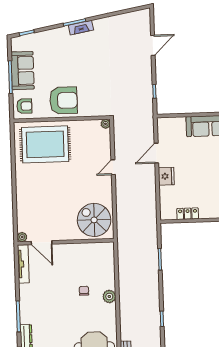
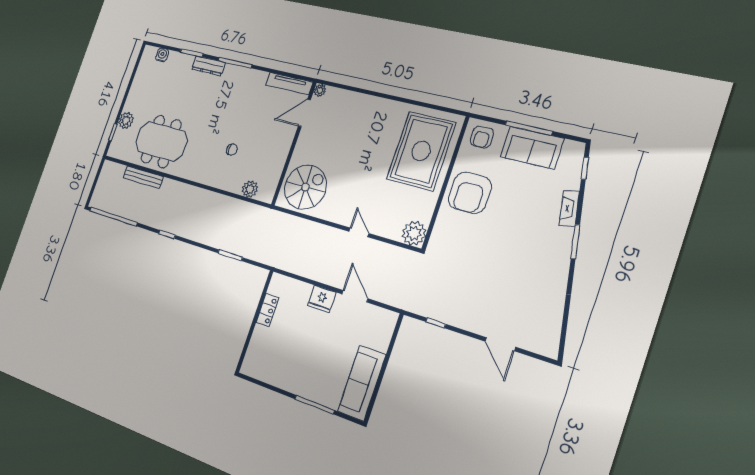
fireplace: (81, 28) -> (569, 208), moved
plant: (105, 124) -> (414, 233), width x1.88, depth x1.88
plant: (109, 296) -> (250, 189), moved

